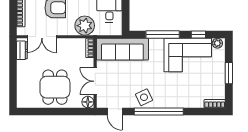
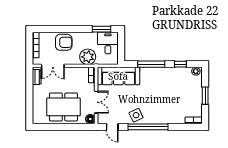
corner sofa: (188, 55) -> (172, 81), removed
double door: (95, 81) -> (96, 102), swing flipped
dining table: (55, 87) -> (64, 107), width x1.38

